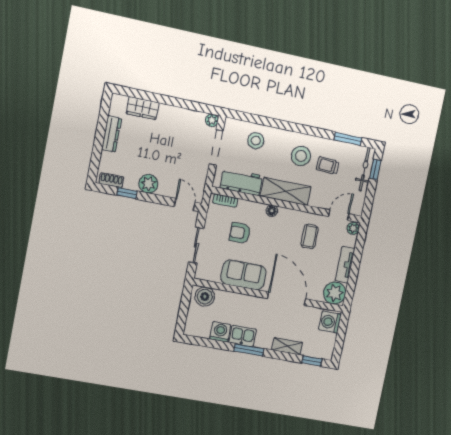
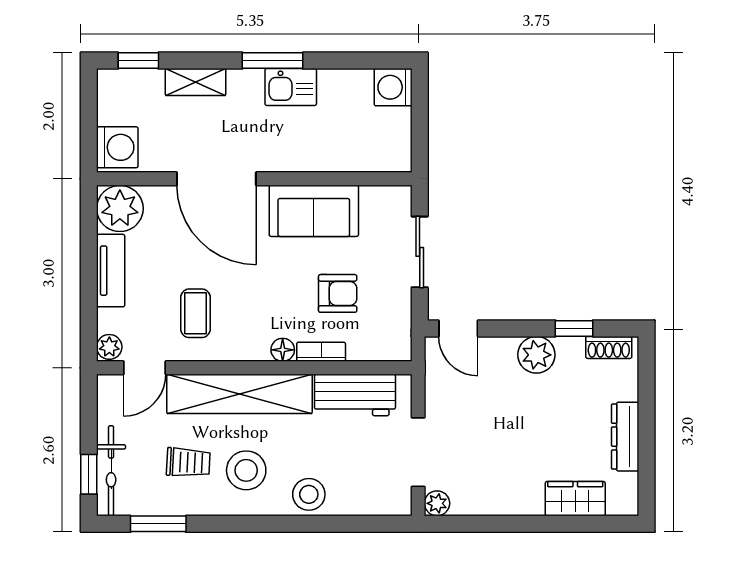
stool: (256, 141) -> (309, 494), moved
shelving: (286, 191) -> (239, 394), width x1.47
bookcase: (225, 201) -> (321, 352), moved
boiler: (205, 297) -> (383, 153), removed
washing machine: (220, 332) -> (393, 87), moved, turned 90

